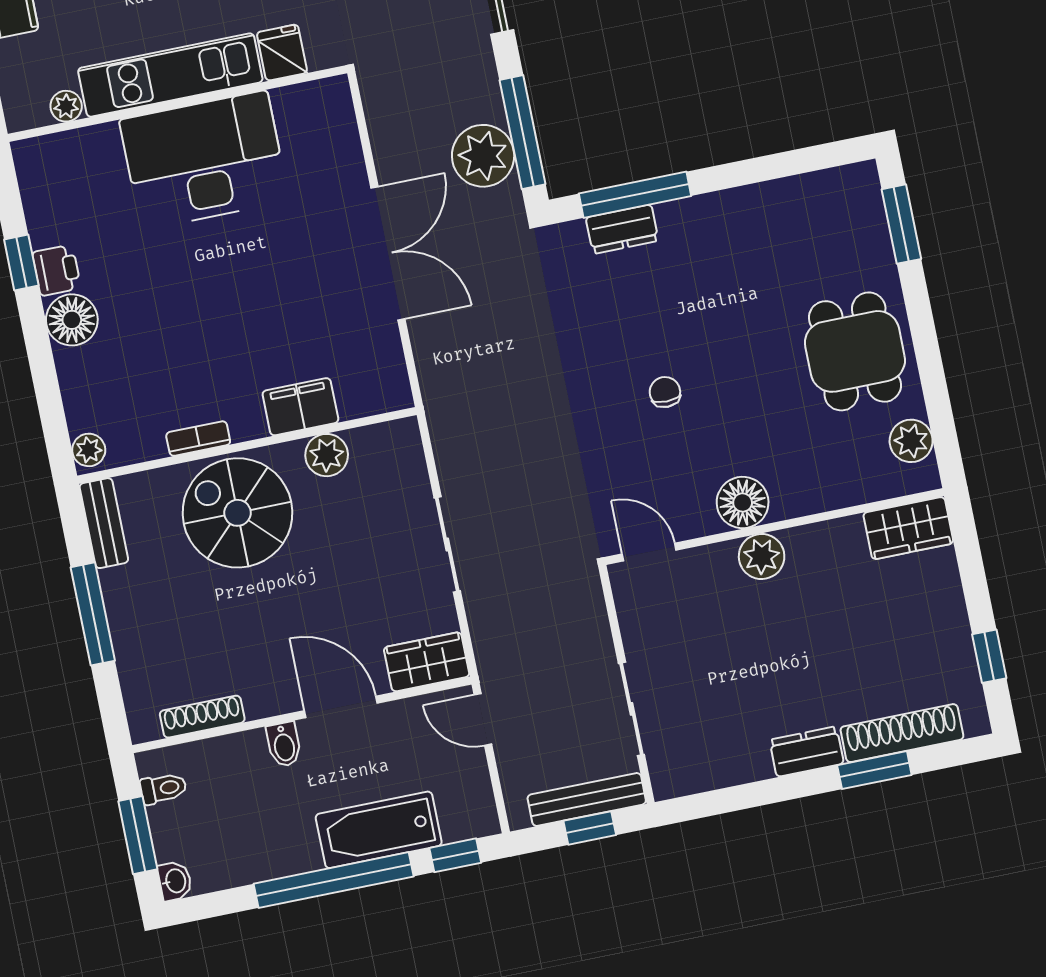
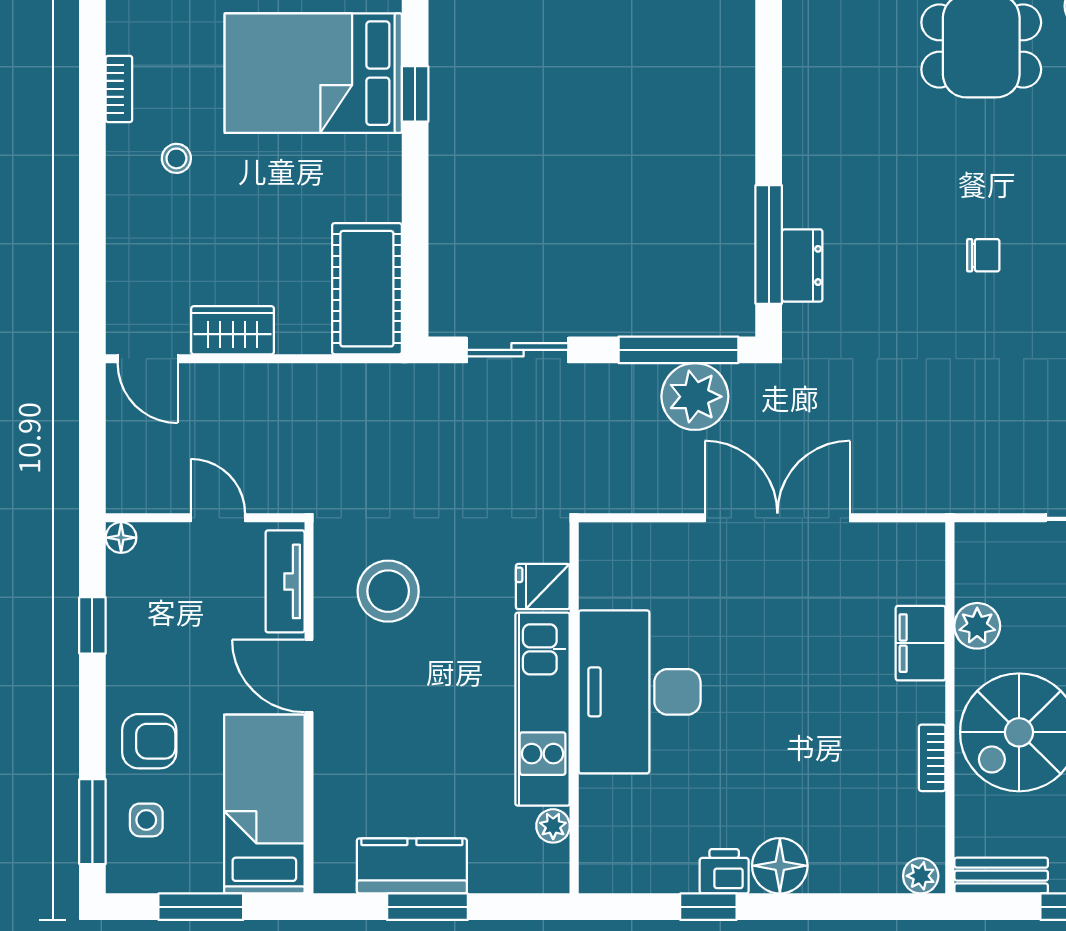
chair: (665, 392) -> (983, 255), turned 180

